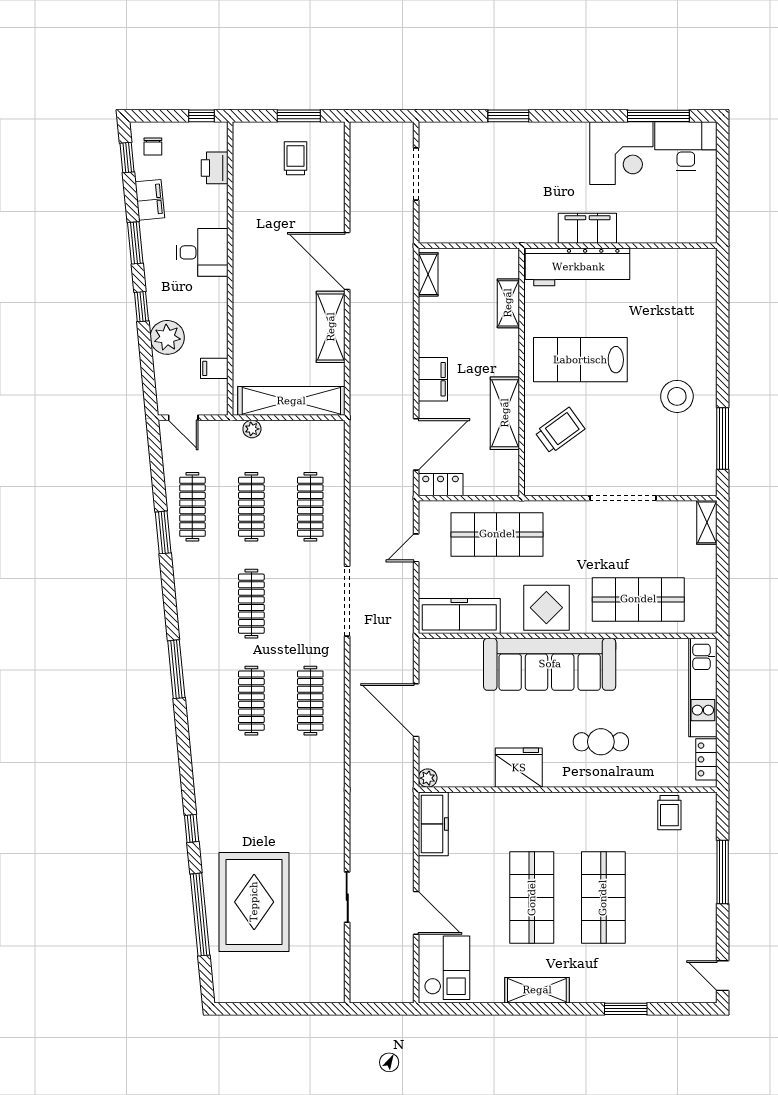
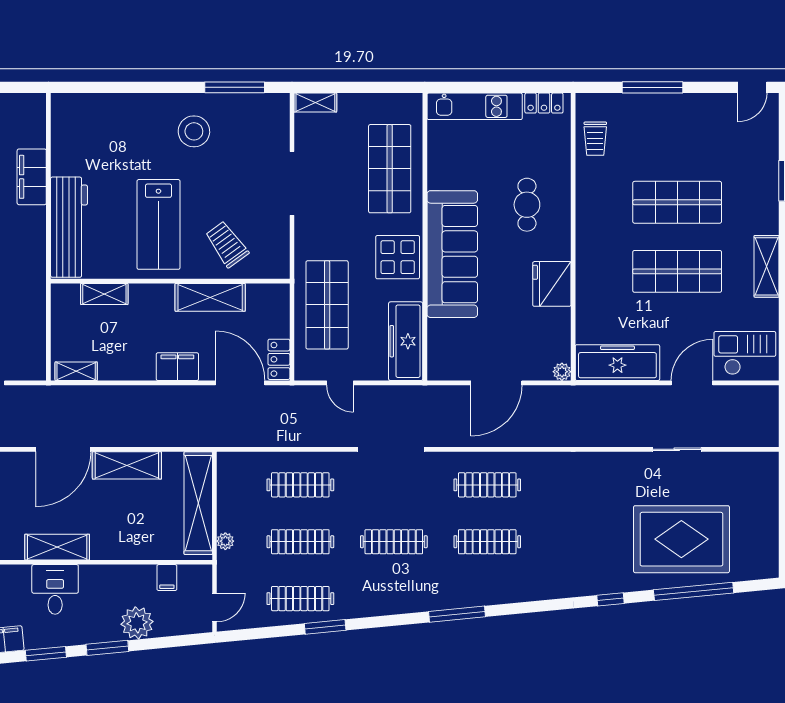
filing cabinet: (587, 228) -> (32, 177), moved
shelving: (246, 255) -> (57, 547), added
window: (141, 307) -> (107, 648), width x1.50
trolley: (669, 813) -> (595, 139), turned 90
freezer: (433, 824) -> (617, 363), width x1.36, depth x1.26

